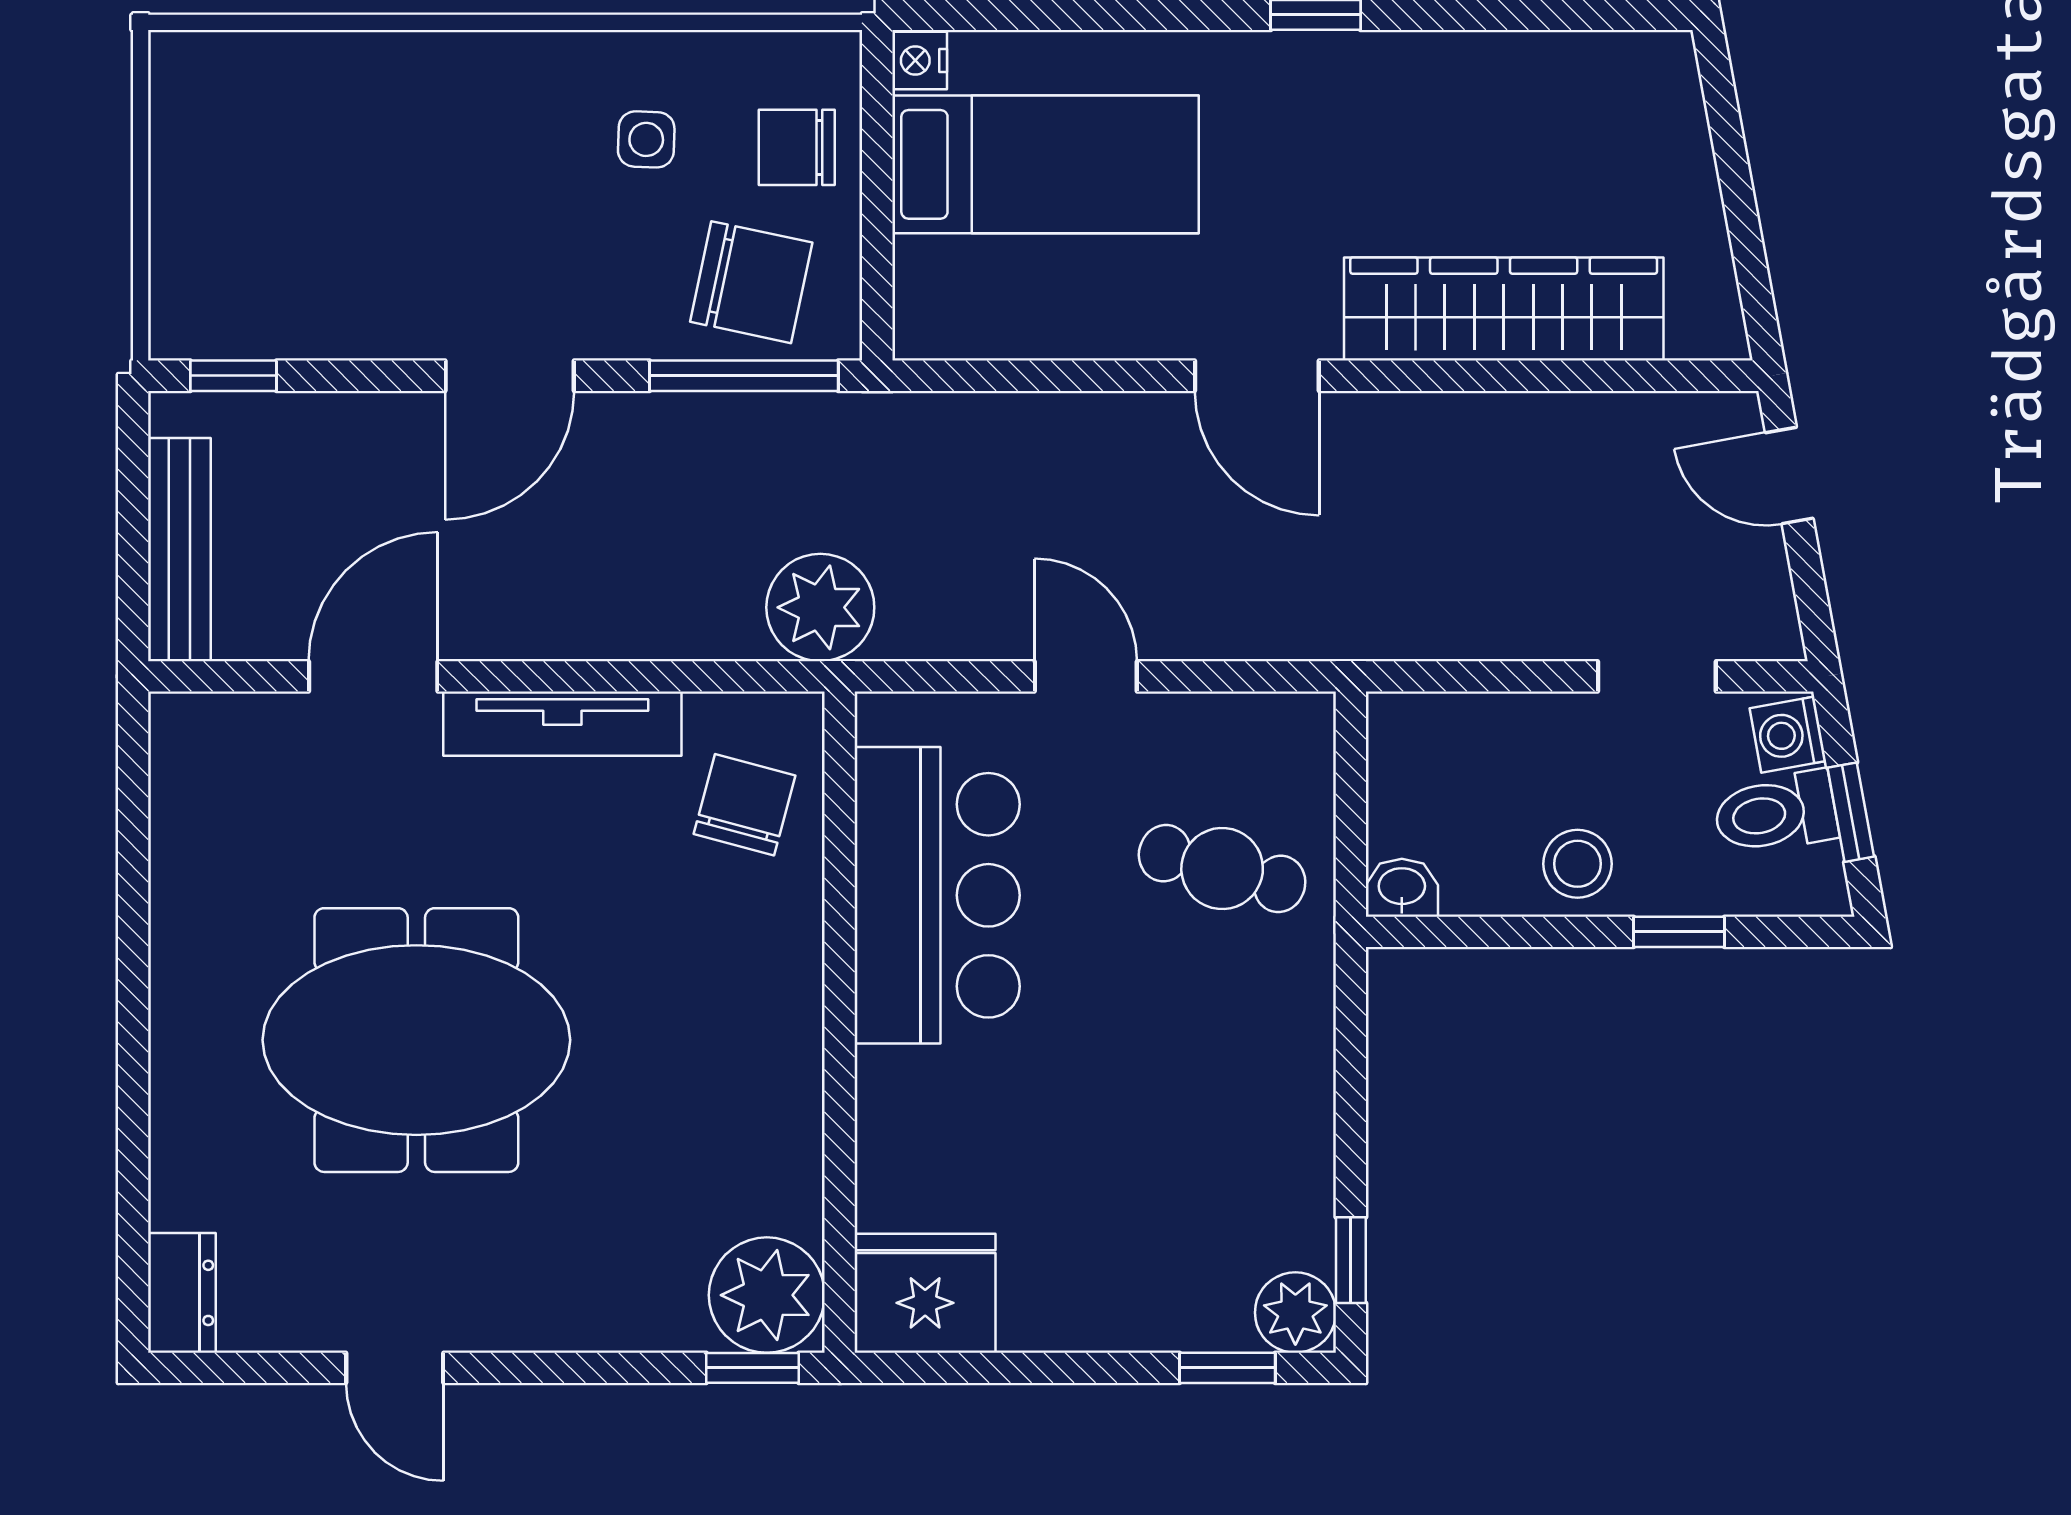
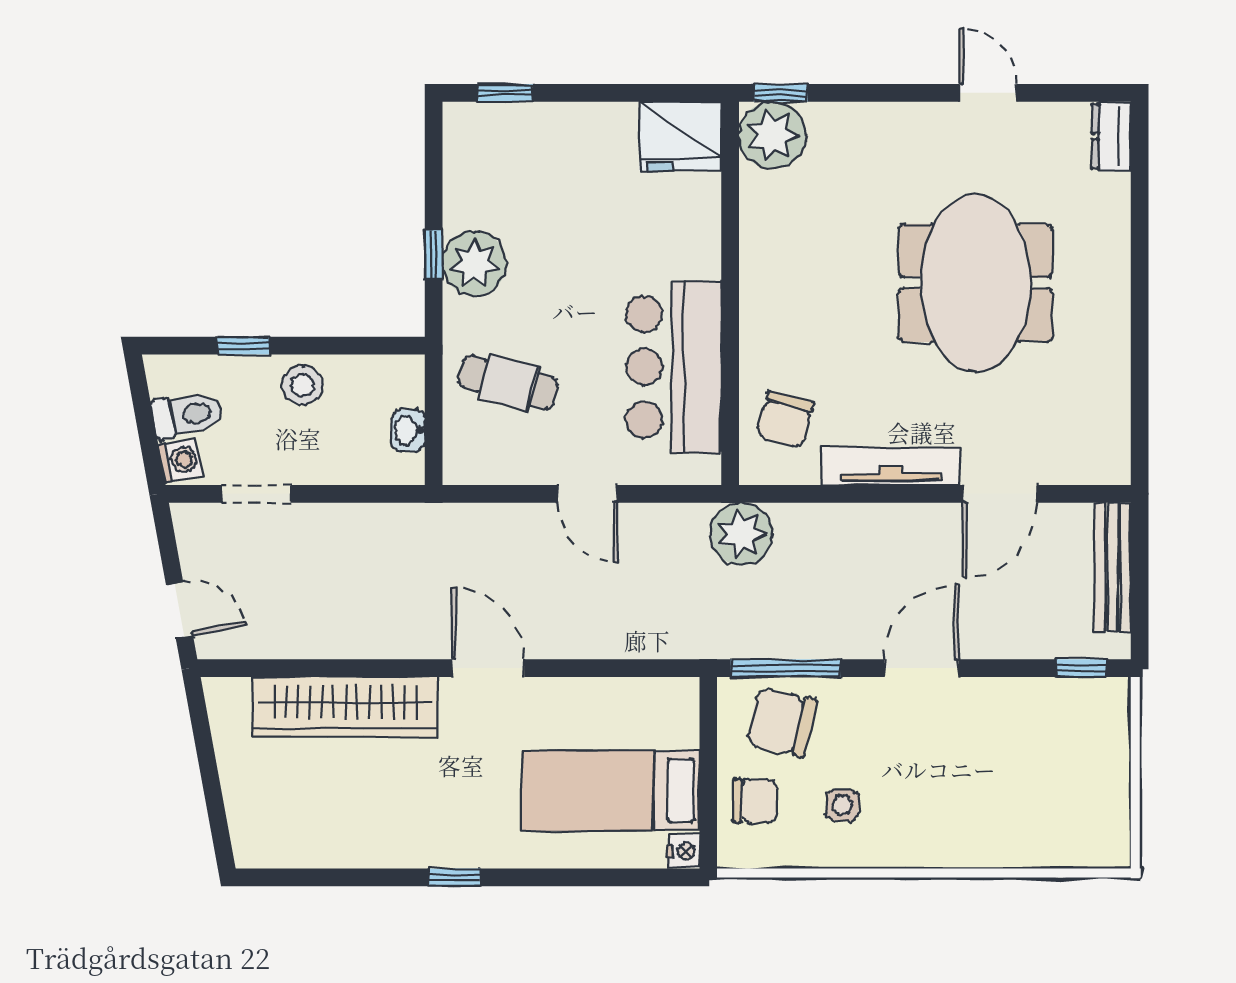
window: (1851, 812) -> (144, 415), removed
washbasin: (1402, 888) -> (408, 430), moved, turned 90
meeting table: (416, 1040) -> (975, 283), turned 90
window: (1351, 1260) -> (434, 255), moved
plant: (1295, 1313) -> (474, 263), moved, width x1.36, depth x1.36

